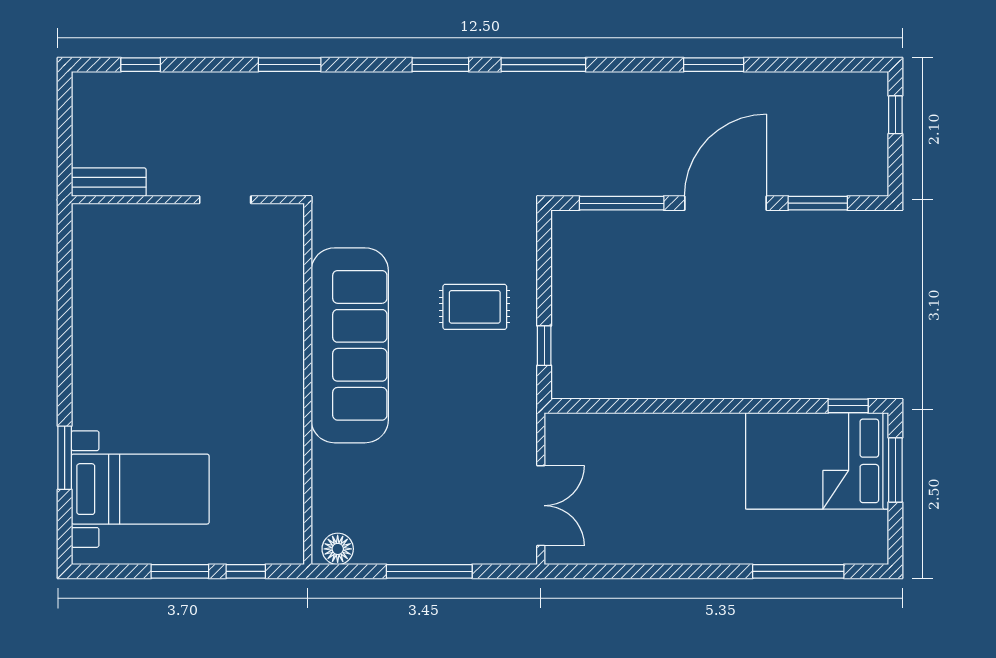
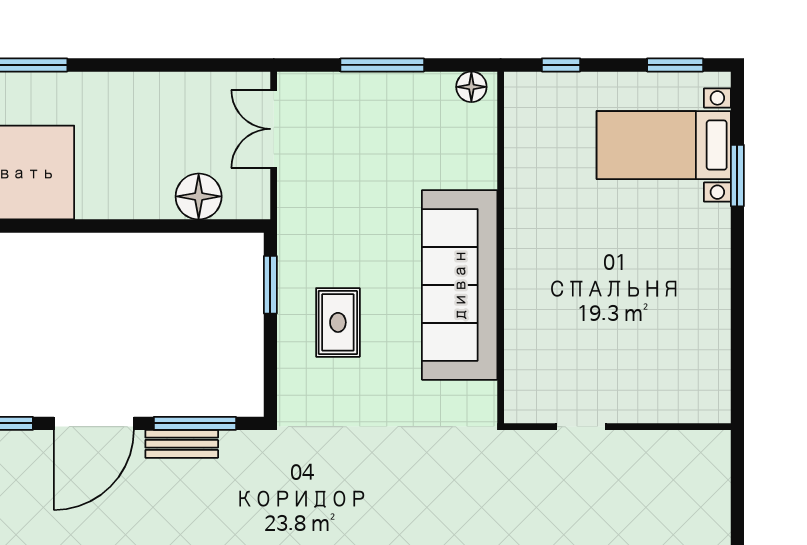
bench: (109, 182) -> (182, 444), moved
rug: (475, 307) -> (338, 322), turned 90
window: (544, 346) -> (270, 285), width x1.50
floor lamp: (618, 436) -> (199, 196), added
window: (180, 571) -> (675, 65), moved

